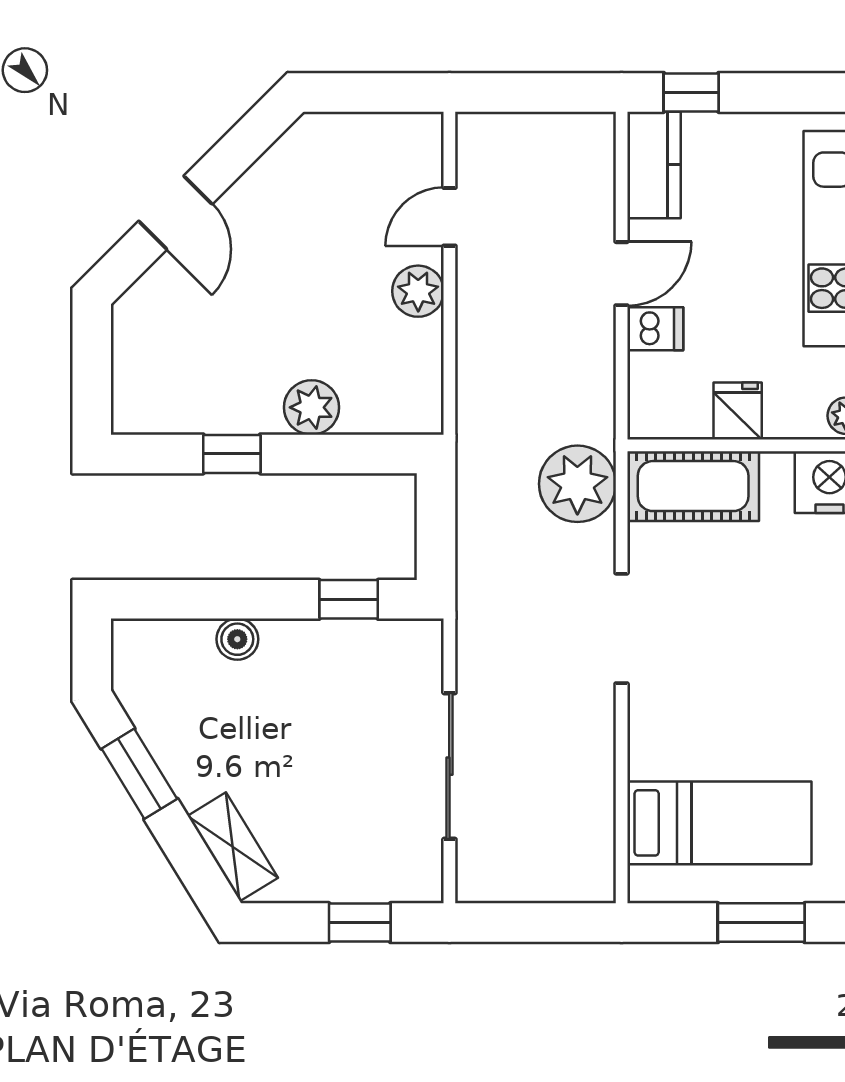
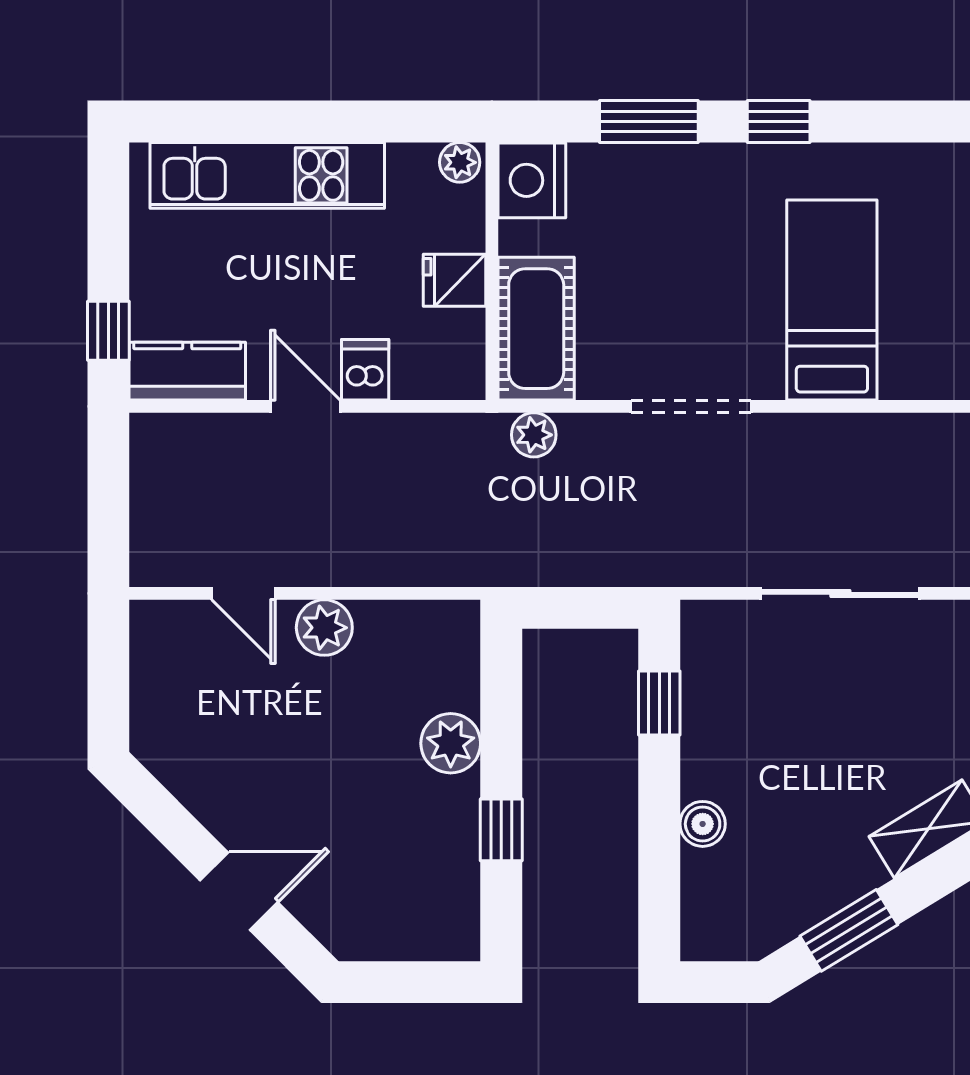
plant: (577, 484) -> (534, 435), width x0.53, depth x0.53
bed: (719, 823) -> (832, 300), moved

